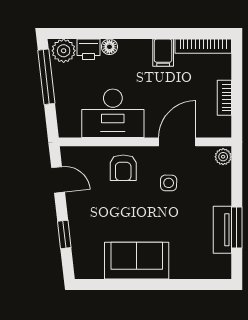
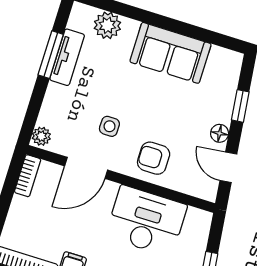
bookcase: (224, 98) -> (28, 176), moved
armchair: (123, 168) -> (154, 158), turned -90
floor lamp: (74, 206) -> (220, 133), added
plant: (197, 267) -> (107, 25), added

